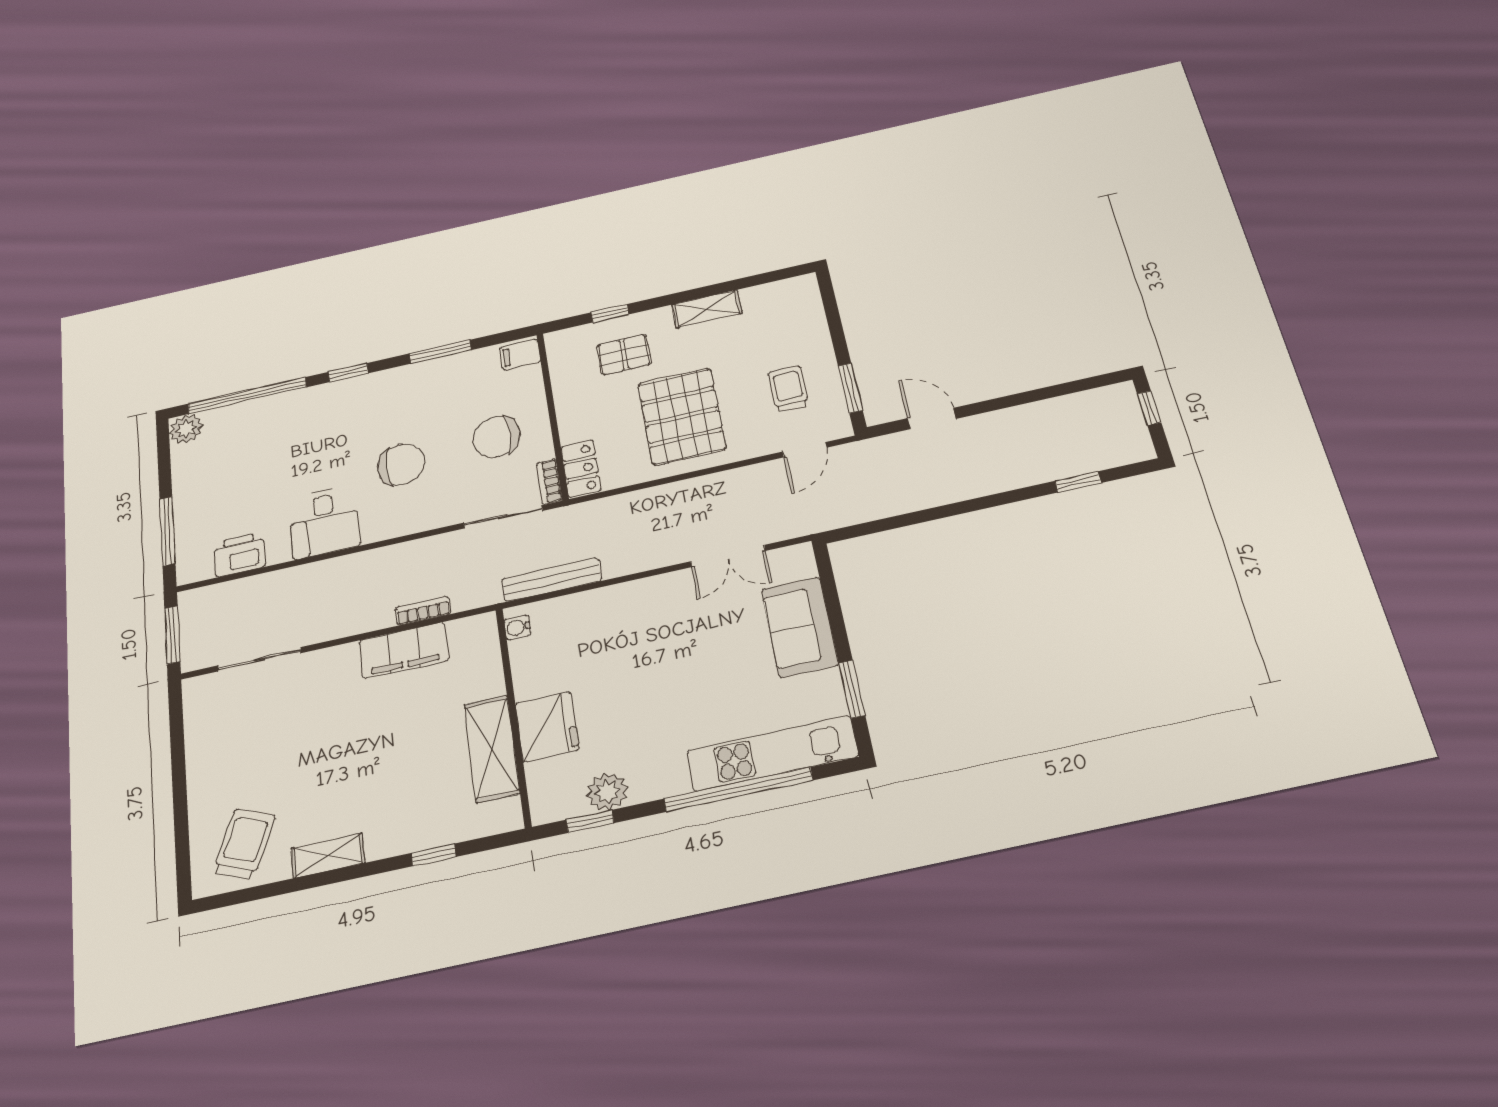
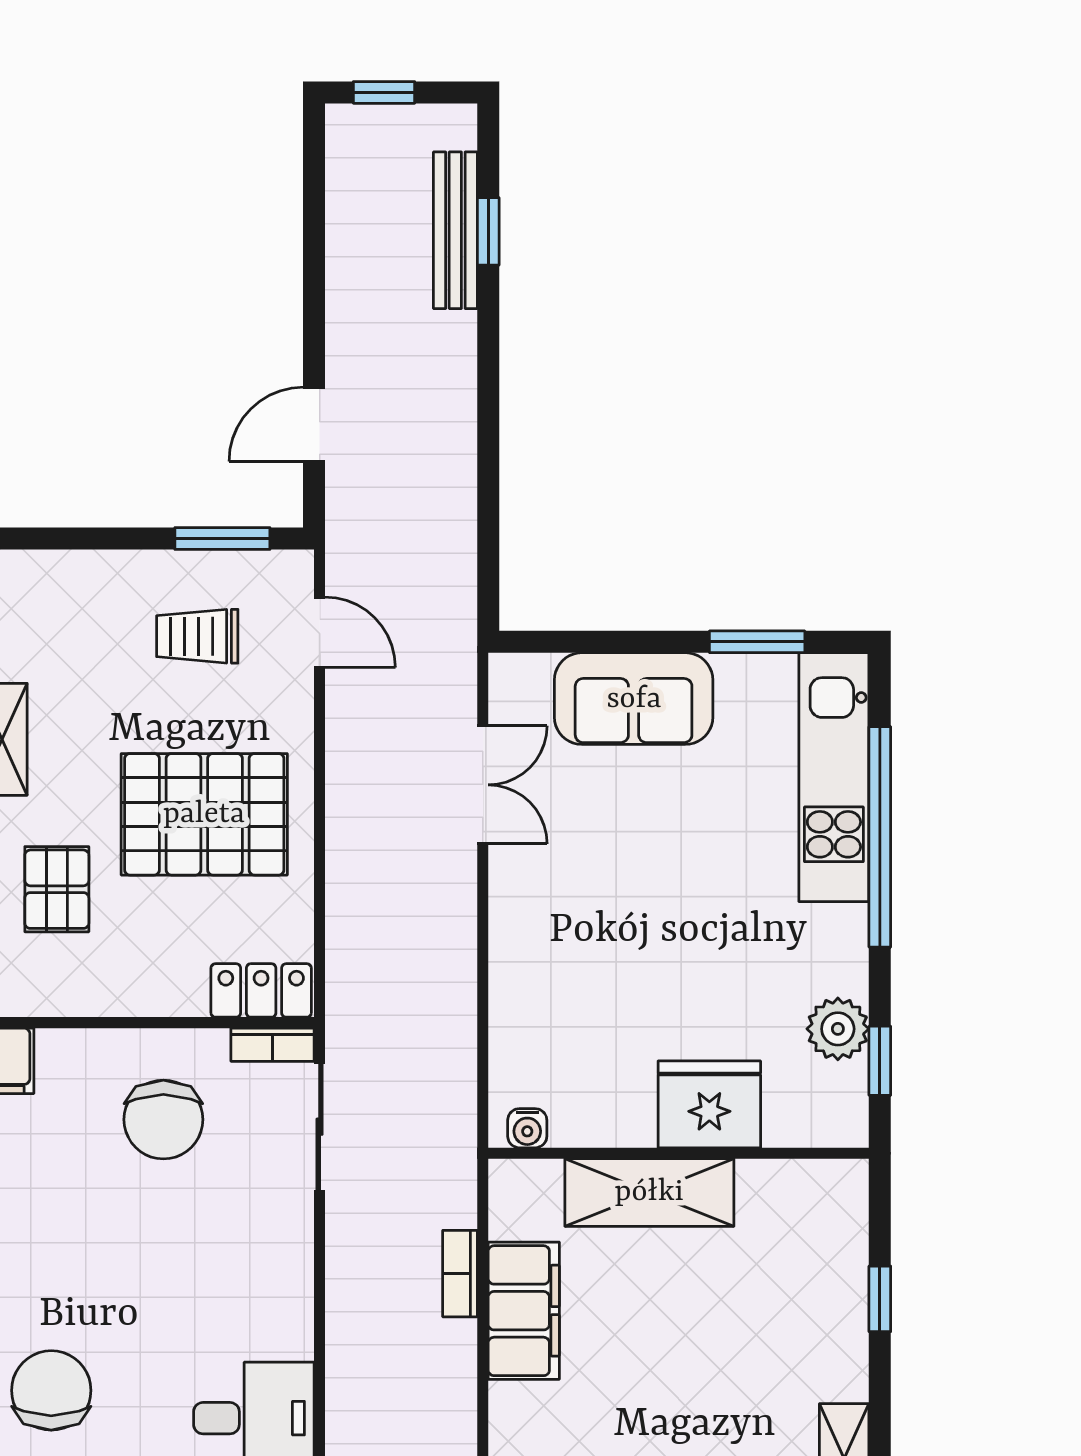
chair: (401, 464) -> (51, 1390), moved
bench: (552, 580) -> (455, 230), moved
shelving: (492, 749) -> (649, 1192), moved

